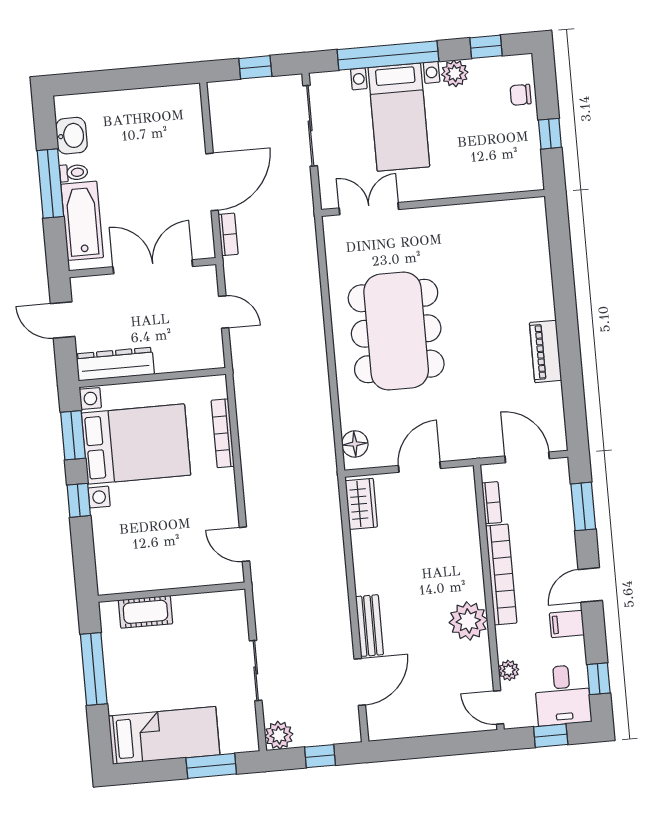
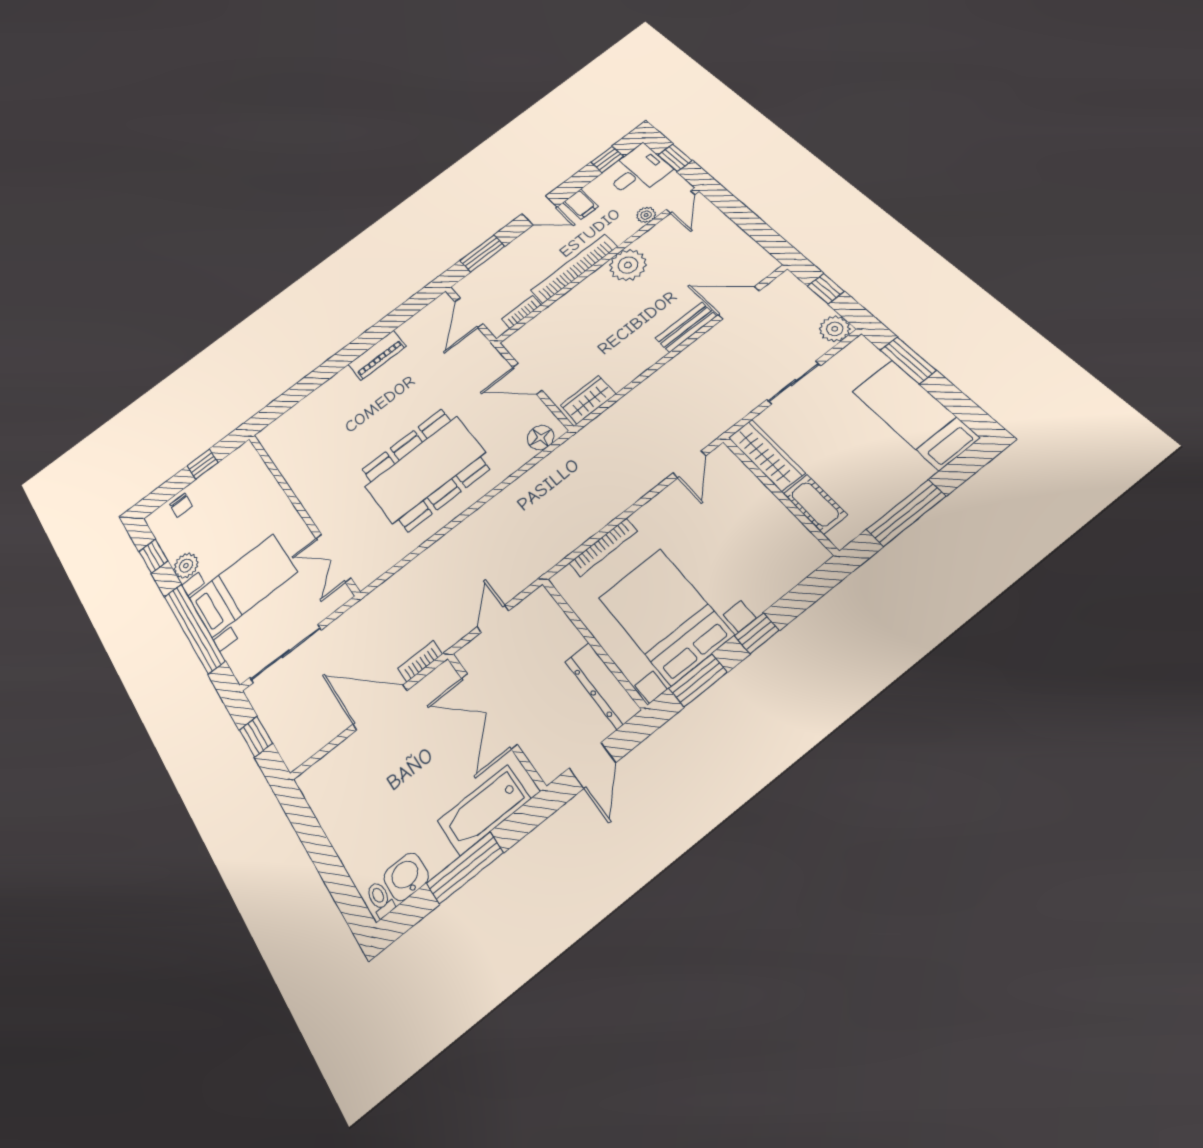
toilet: (74, 173) -> (380, 899), moved
wardrobe: (210, 606) -> (766, 455), added

